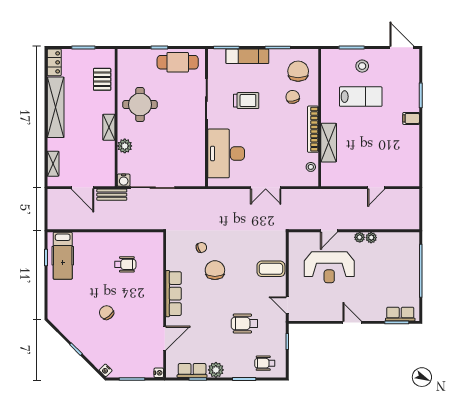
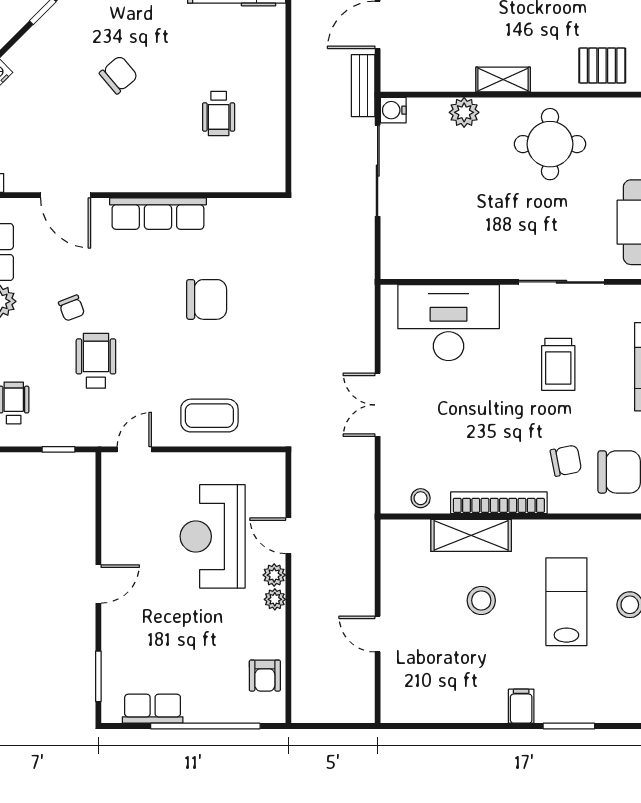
lab bench: (361, 97) -> (566, 602), turned 180
stool: (360, 138) -> (481, 600), added
plant: (371, 238) -> (274, 575), moved
armchair: (396, 242) -> (265, 676), added
chair: (201, 247) -> (72, 308), moved
coffee table: (271, 269) -> (209, 416), turned 90
row of seats: (400, 314) -> (153, 709), moved, turned -90

